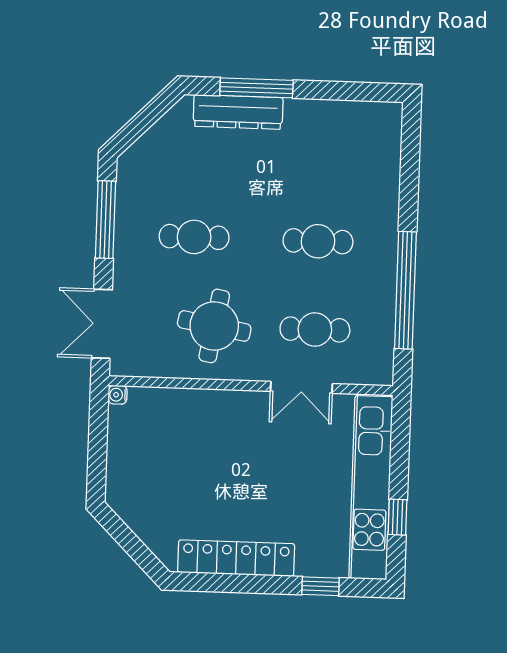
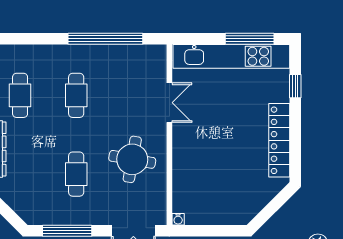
cafe table: (315, 329) -> (20, 95), moved
window: (397, 517) -> (250, 39), width x2.17

